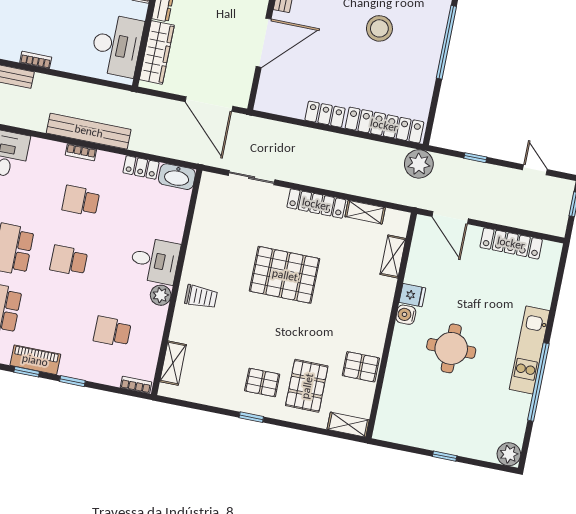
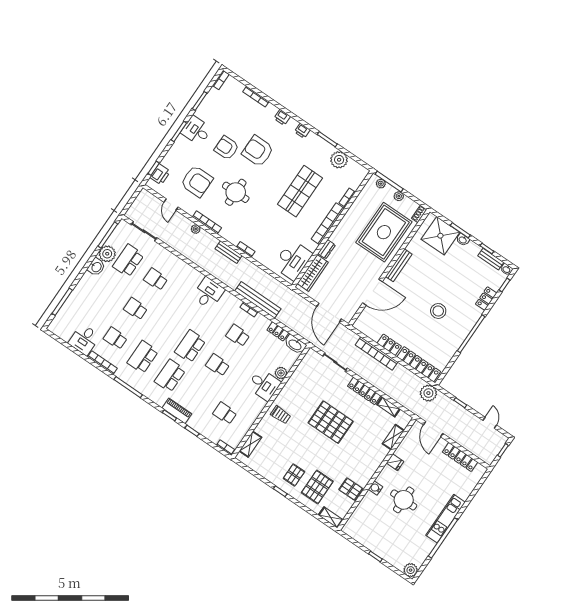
bookcase: (311, 136) -> (376, 353), added
plant: (161, 295) -> (281, 373), moved
water cooler: (406, 315) -> (376, 488), moved
pallet: (262, 382) -> (294, 475), turned 90

